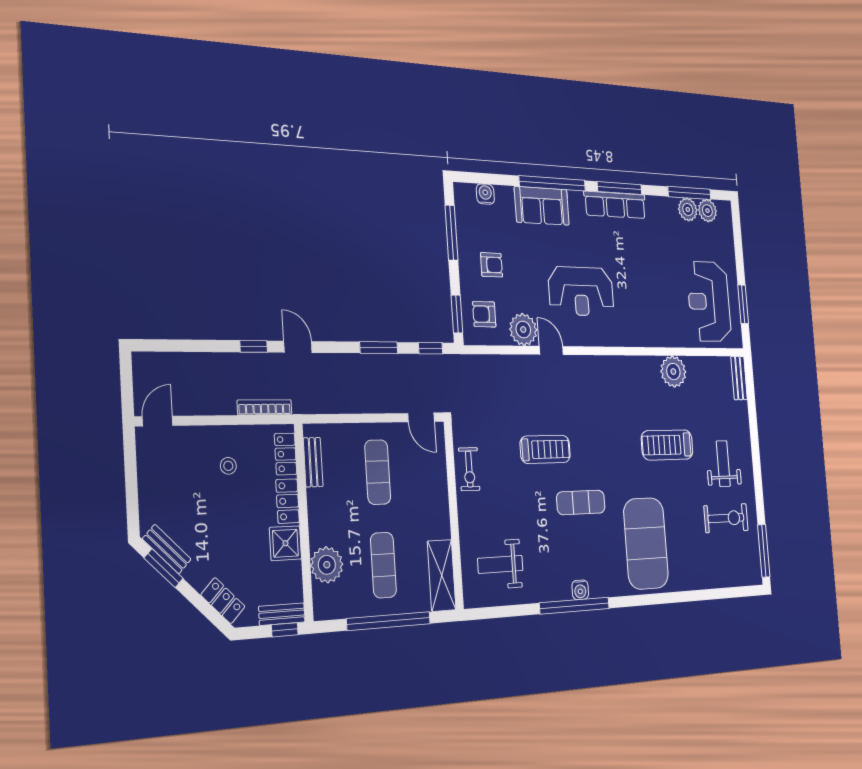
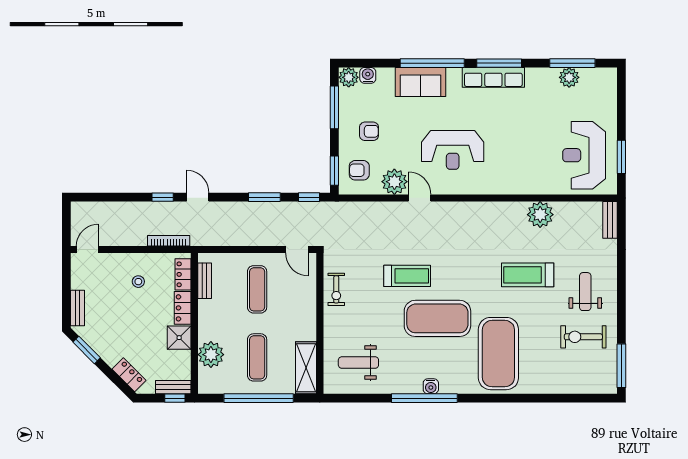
plant: (707, 211) -> (349, 77), moved
exercise mat: (581, 502) -> (437, 318), width x2.00, depth x1.45
exercise bike: (726, 518) -> (583, 337), turned 180
bench: (167, 549) -> (78, 308), moved, turned 45

